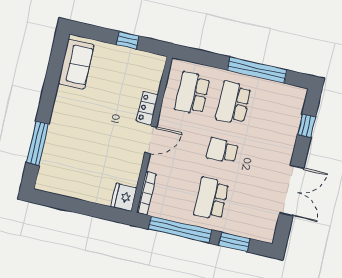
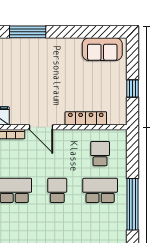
school desk: (192, 93) -> (100, 154), width x0.54
locker: (147, 108) -> (86, 118), width x1.53
door: (151, 140) -> (41, 127), moved

